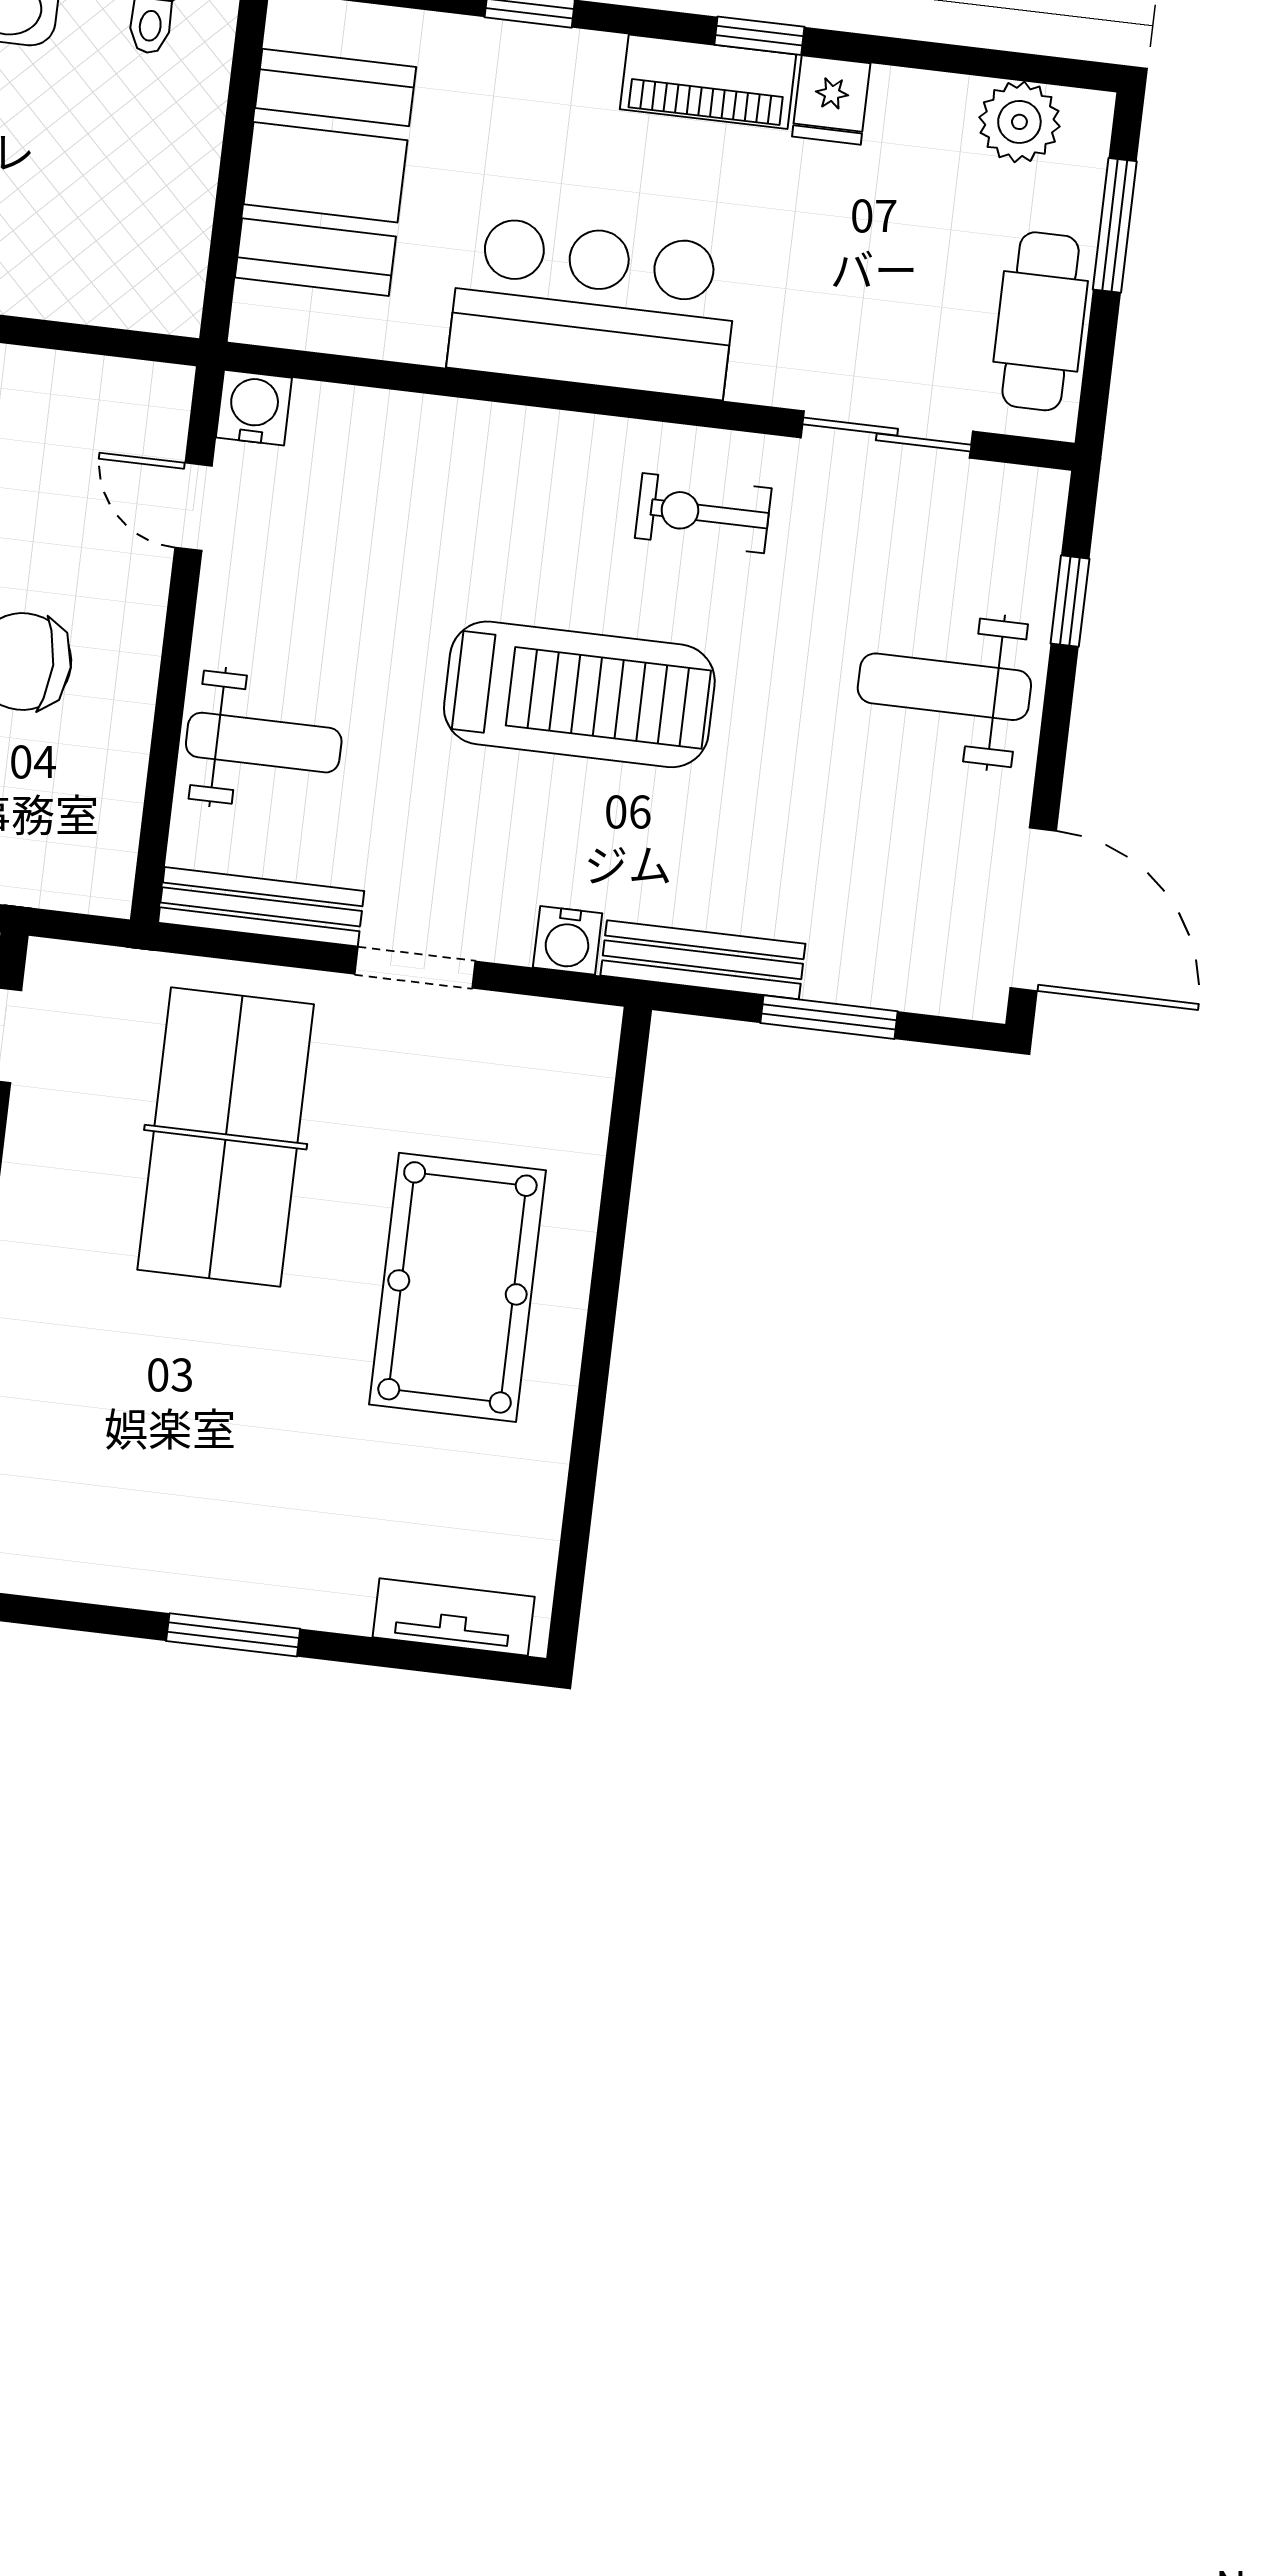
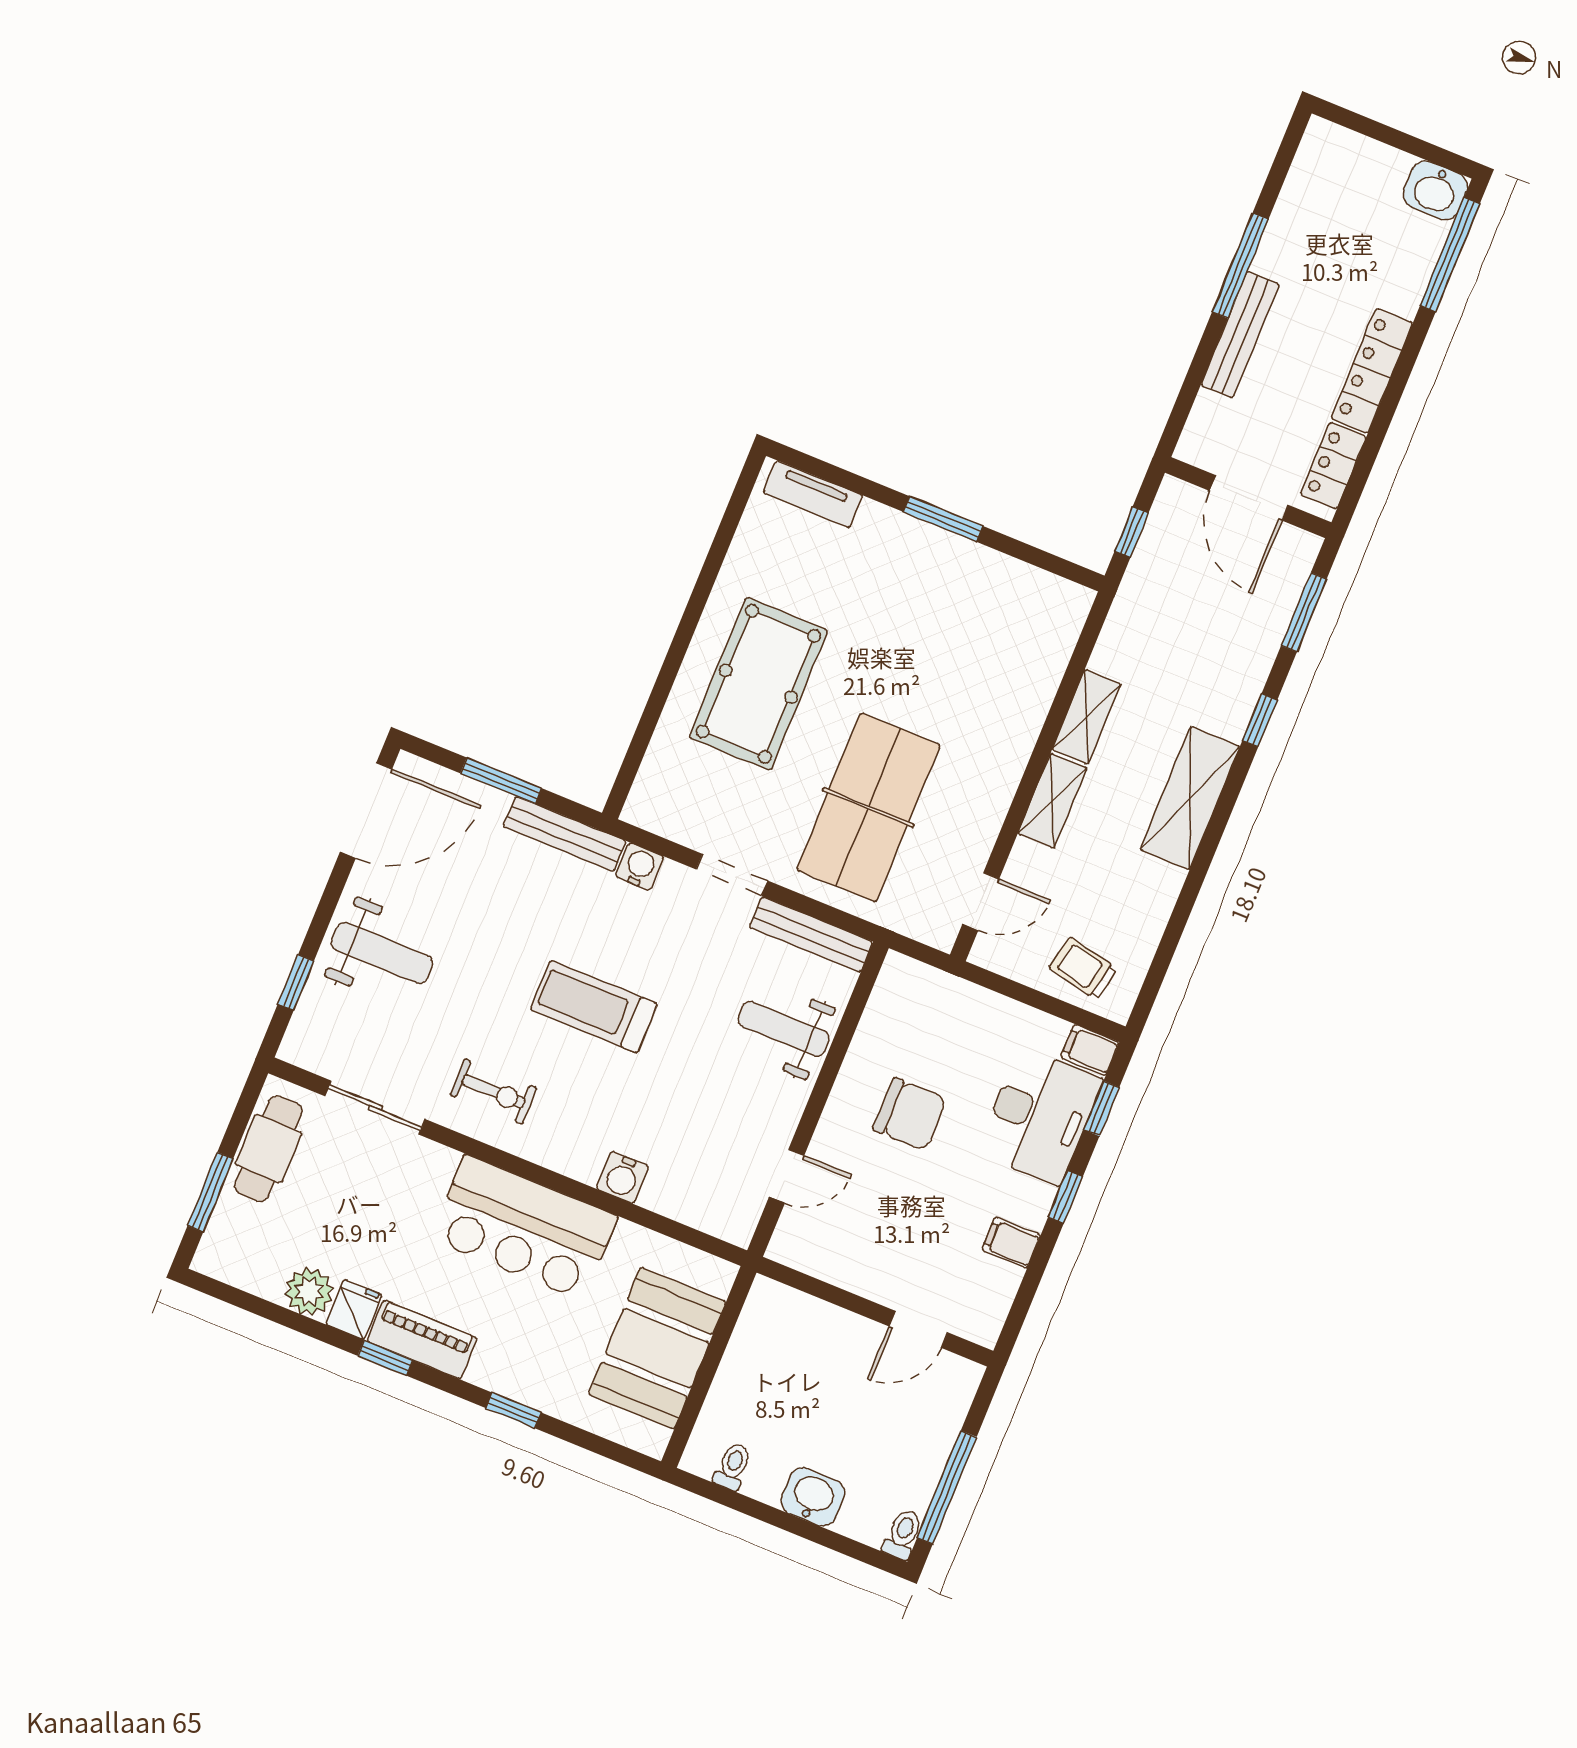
plant: (1019, 122) -> (309, 1292), moved
water cooler: (254, 408) -> (622, 1177), moved
door: (193, 507) -> (787, 1176), hinge flipped
treadmill: (579, 694) -> (594, 1007), width x0.73, depth x0.73
door: (1033, 909) -> (366, 810), swing flipped

